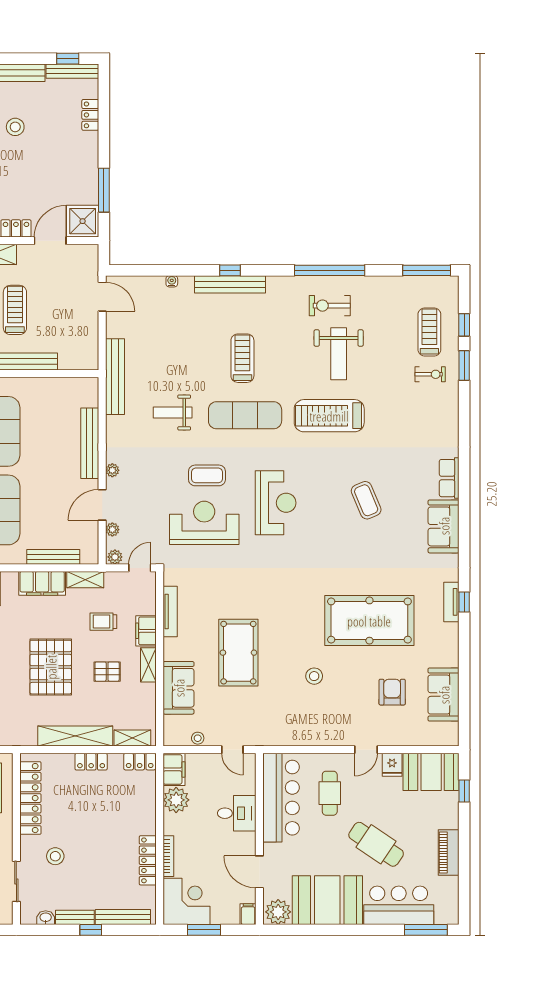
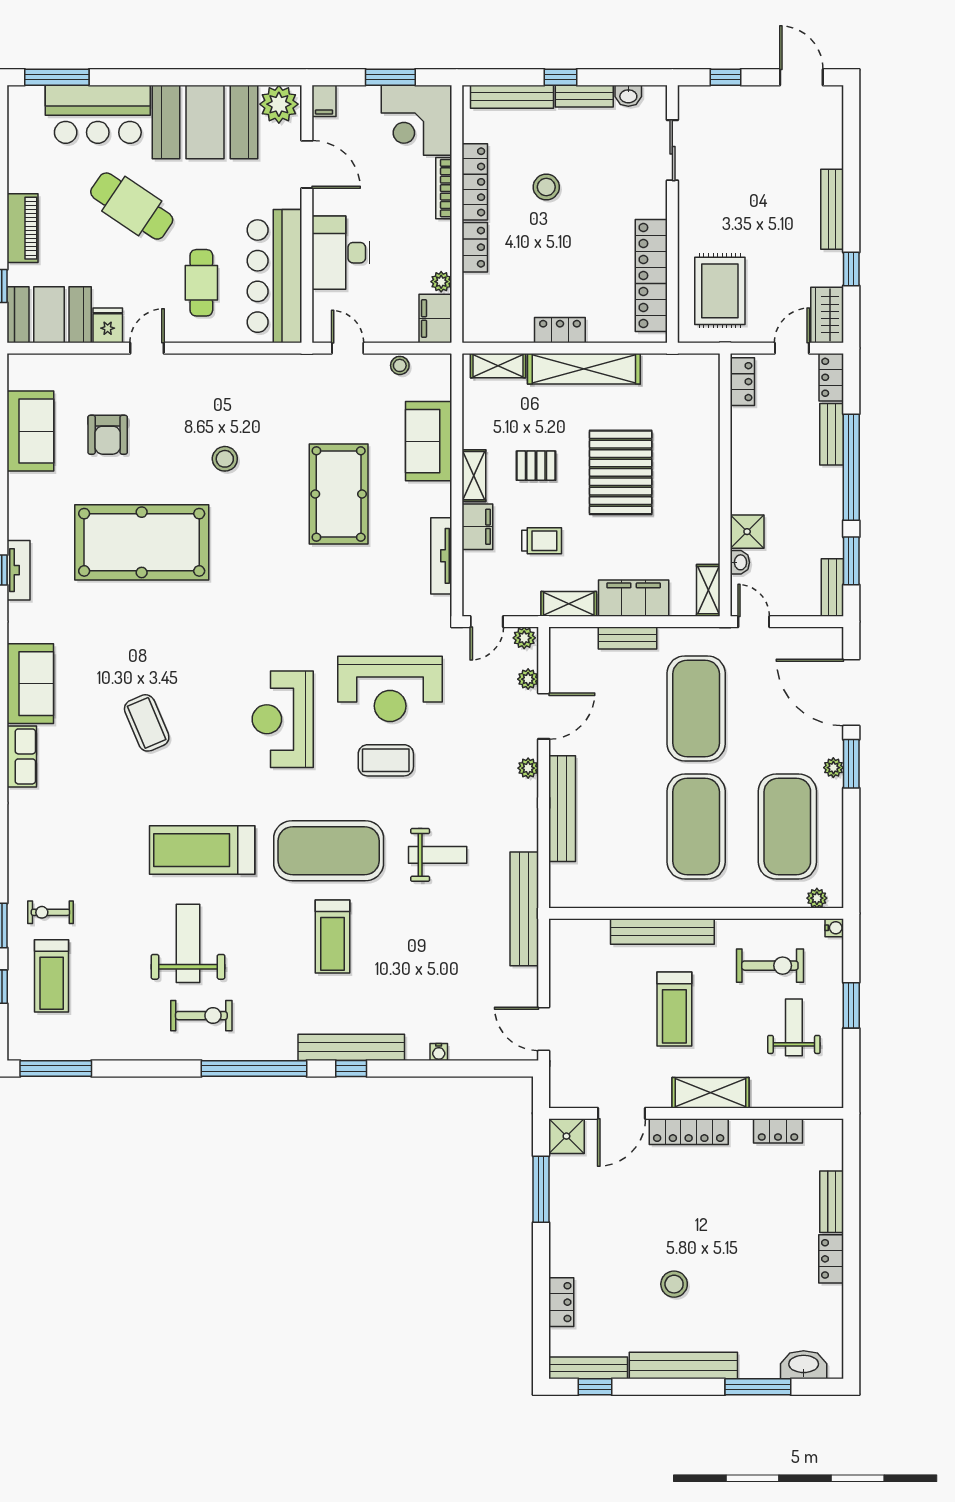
shower: (83, 221) -> (566, 1136), width x0.73, depth x0.73
window: (330, 270) -> (254, 1069), moved
exercise mat: (245, 415) -> (329, 851), width x1.47
treadmill: (329, 416) -> (202, 850), turned 180
bench: (53, 557) -> (627, 638), width x0.73
locker: (140, 762) -> (475, 247), moved, turned 90
plant: (176, 800) -> (441, 282), width x0.53, depth x0.53
desk: (237, 813) -> (341, 253), width x1.37
piano: (449, 853) -> (23, 228), moved
stool: (55, 856) -> (546, 187), moved

